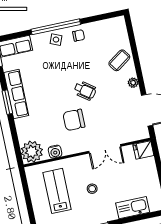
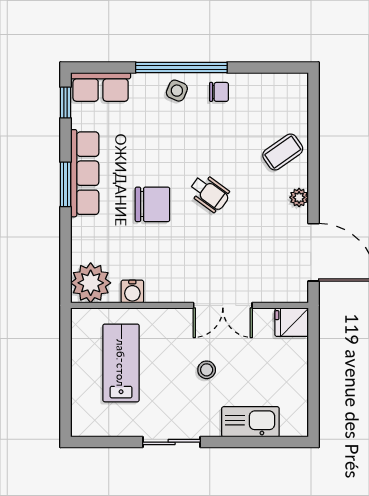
chair: (74, 120) -> (152, 204), moved, turned 180
stool: (92, 189) -> (207, 370), moved

